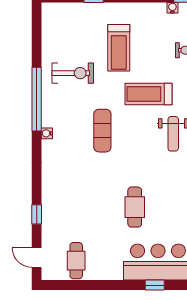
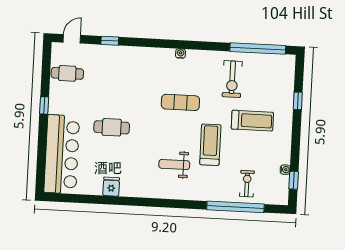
treadmill: (119, 48) -> (252, 121), turned 180
window: (37, 99) -> (258, 49), moved
window: (155, 285) -> (44, 105), moved

